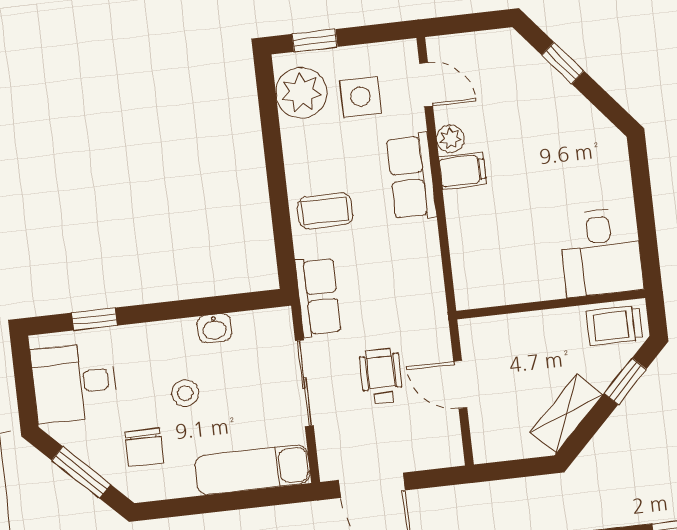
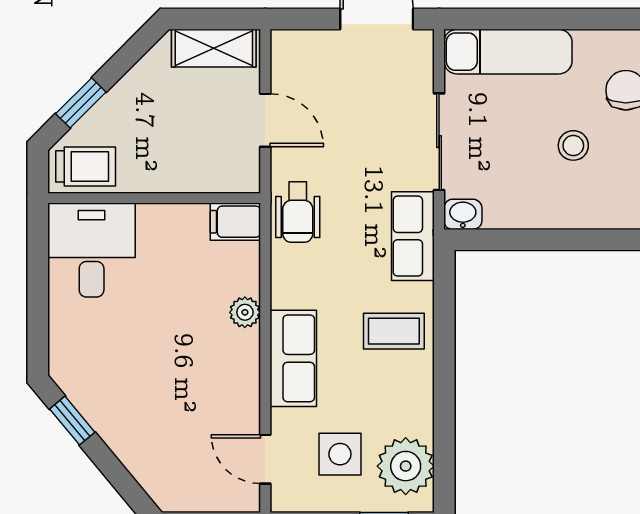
window: (563, 63) -> (72, 421), moved
plant: (450, 139) -> (245, 312), moved
filing cabinet: (463, 171) -> (235, 222), moved
washbasin: (214, 328) -> (463, 214), moved
wheelchair: (381, 376) -> (298, 212), moved
shelving: (566, 413) -> (214, 48), moved, turned 45

